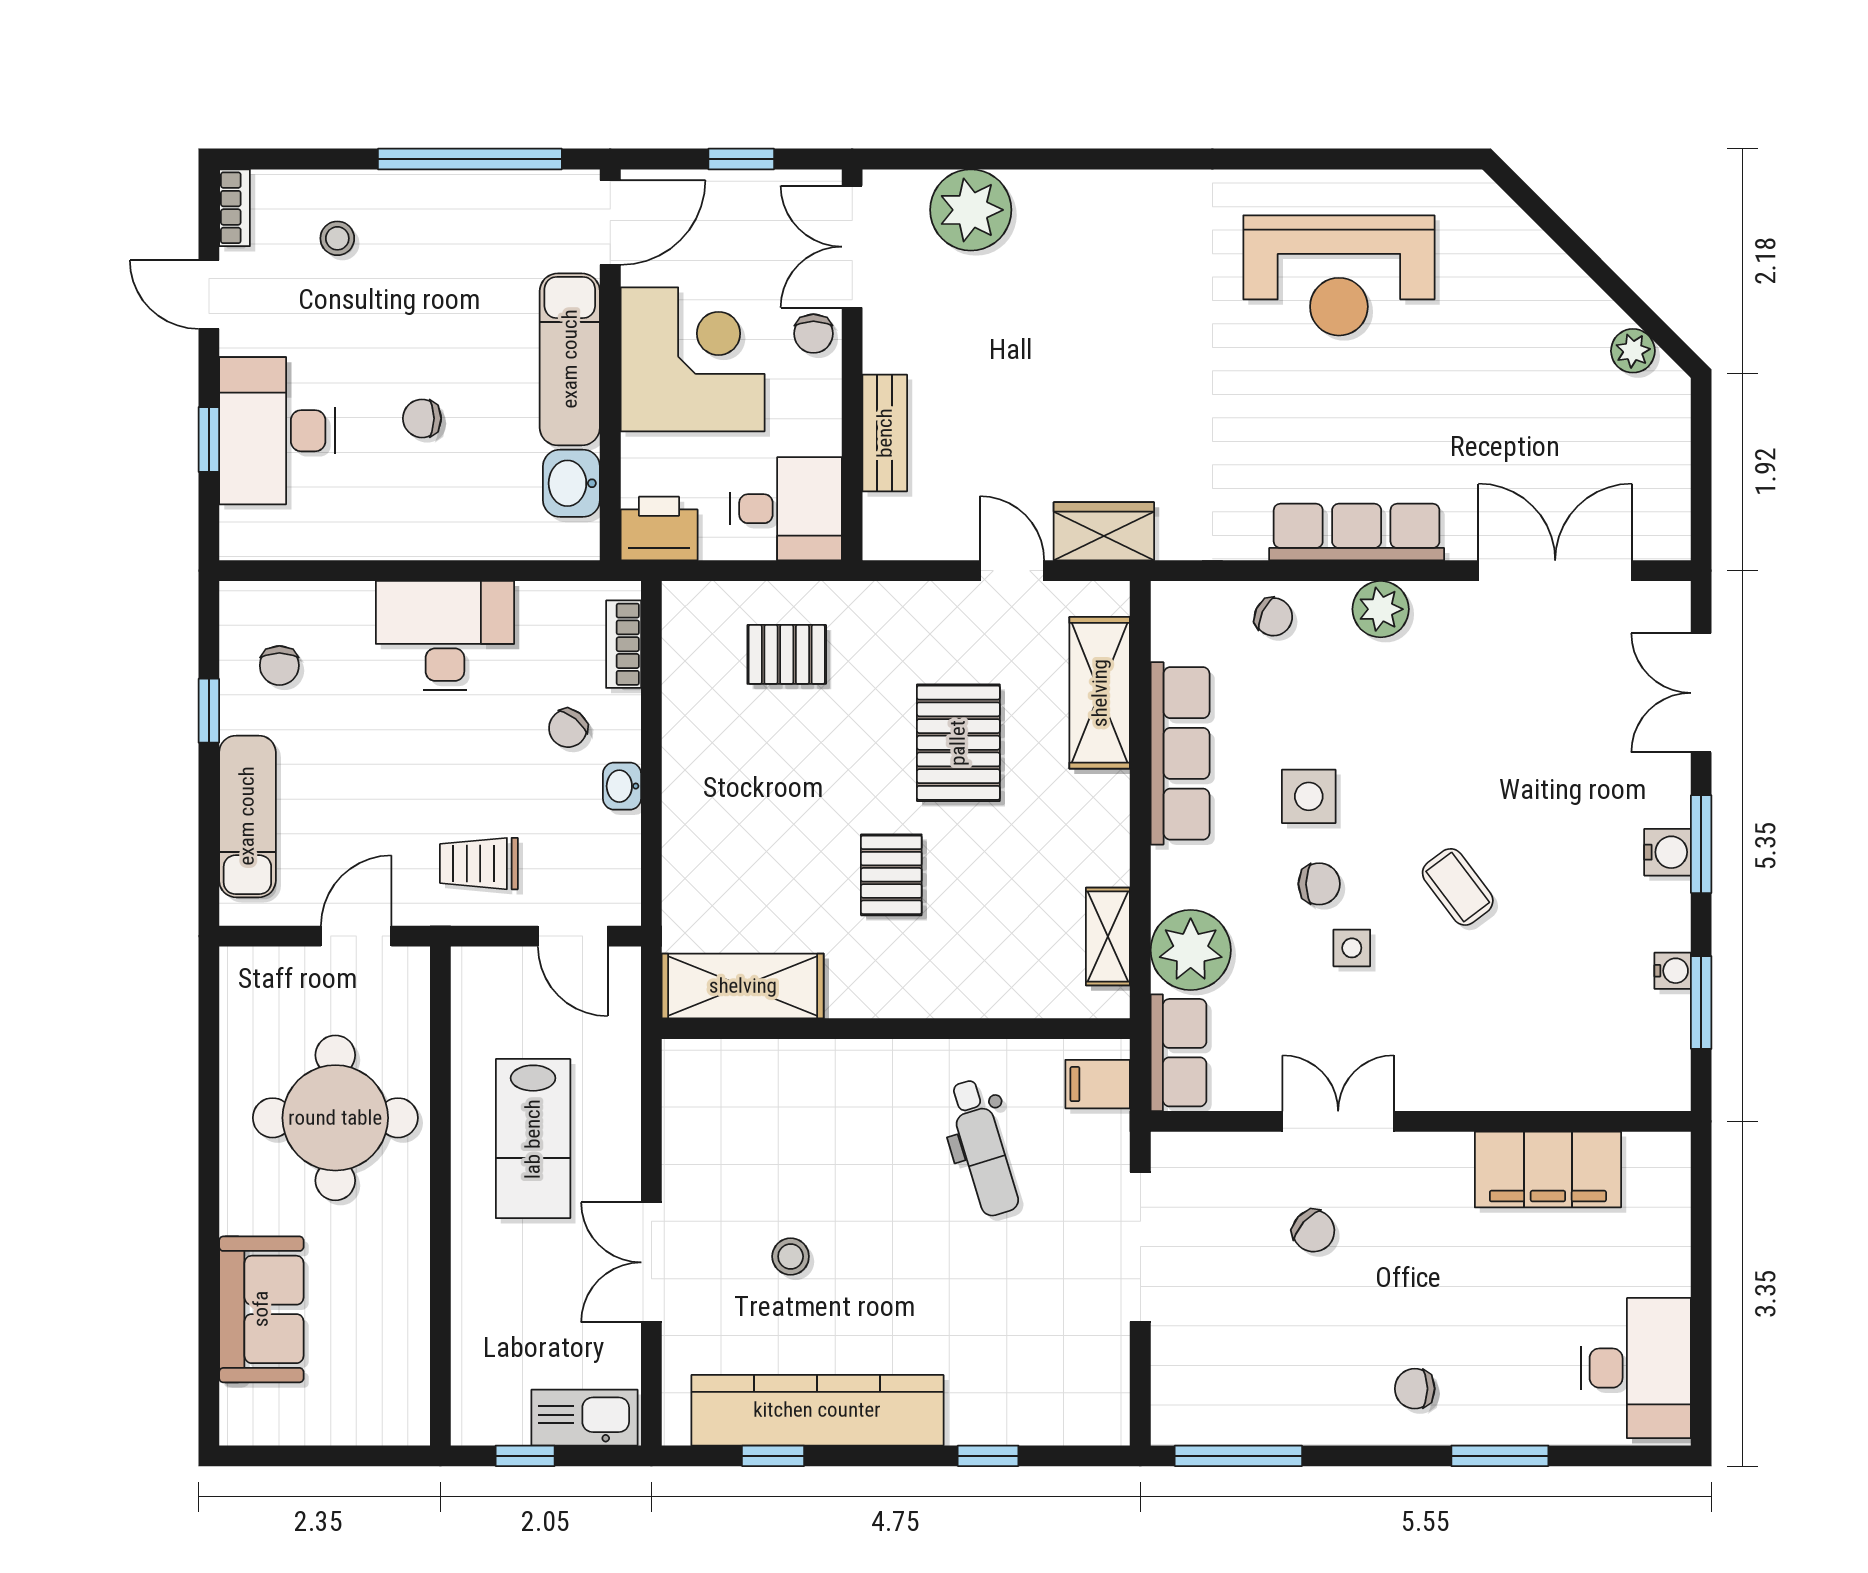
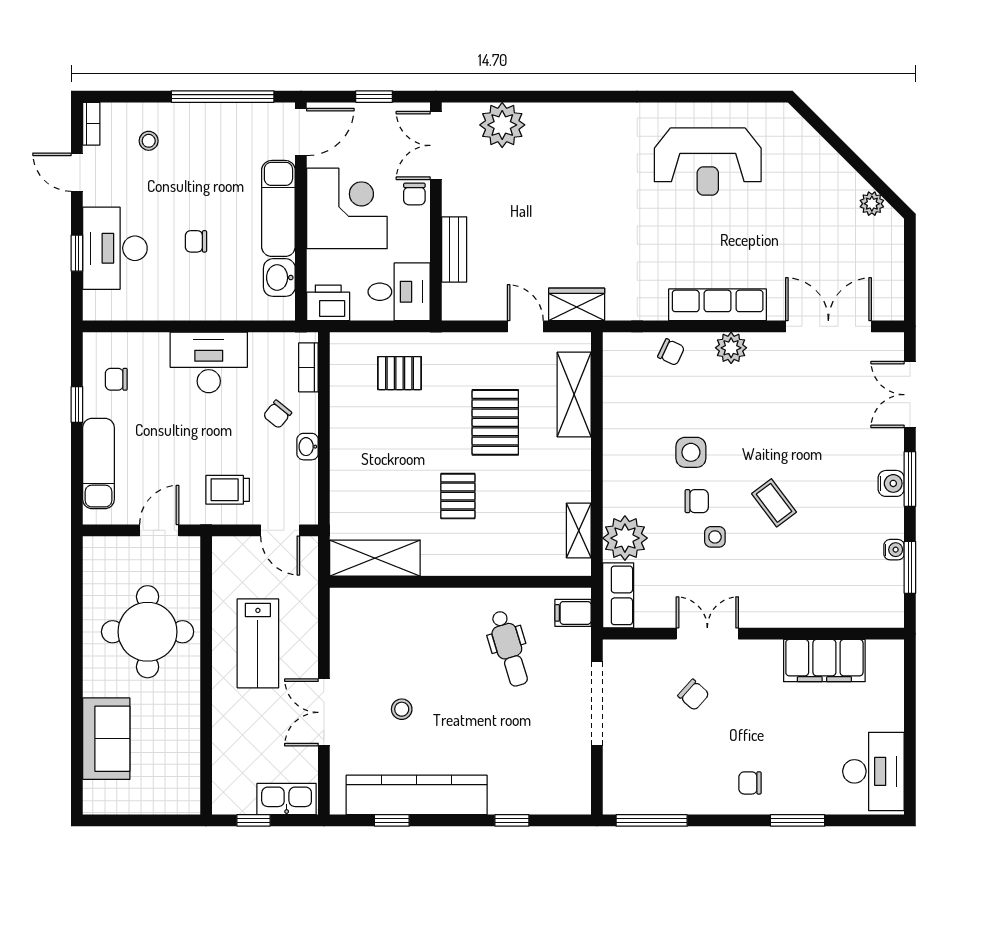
chair: (279, 665) -> (116, 379), turned 90
row of seats: (1180, 753) -> (619, 428), removed

